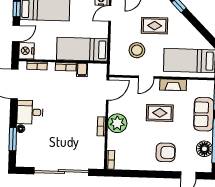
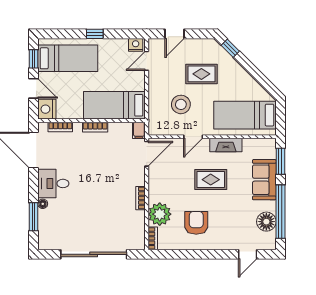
door: (16, 33) -> (33, 88), hinge flipped
filing cabinet: (82, 70) -> (139, 130), moved
plant: (117, 123) -> (160, 214), moved
armchair: (166, 152) -> (196, 223), moved, turned -90

